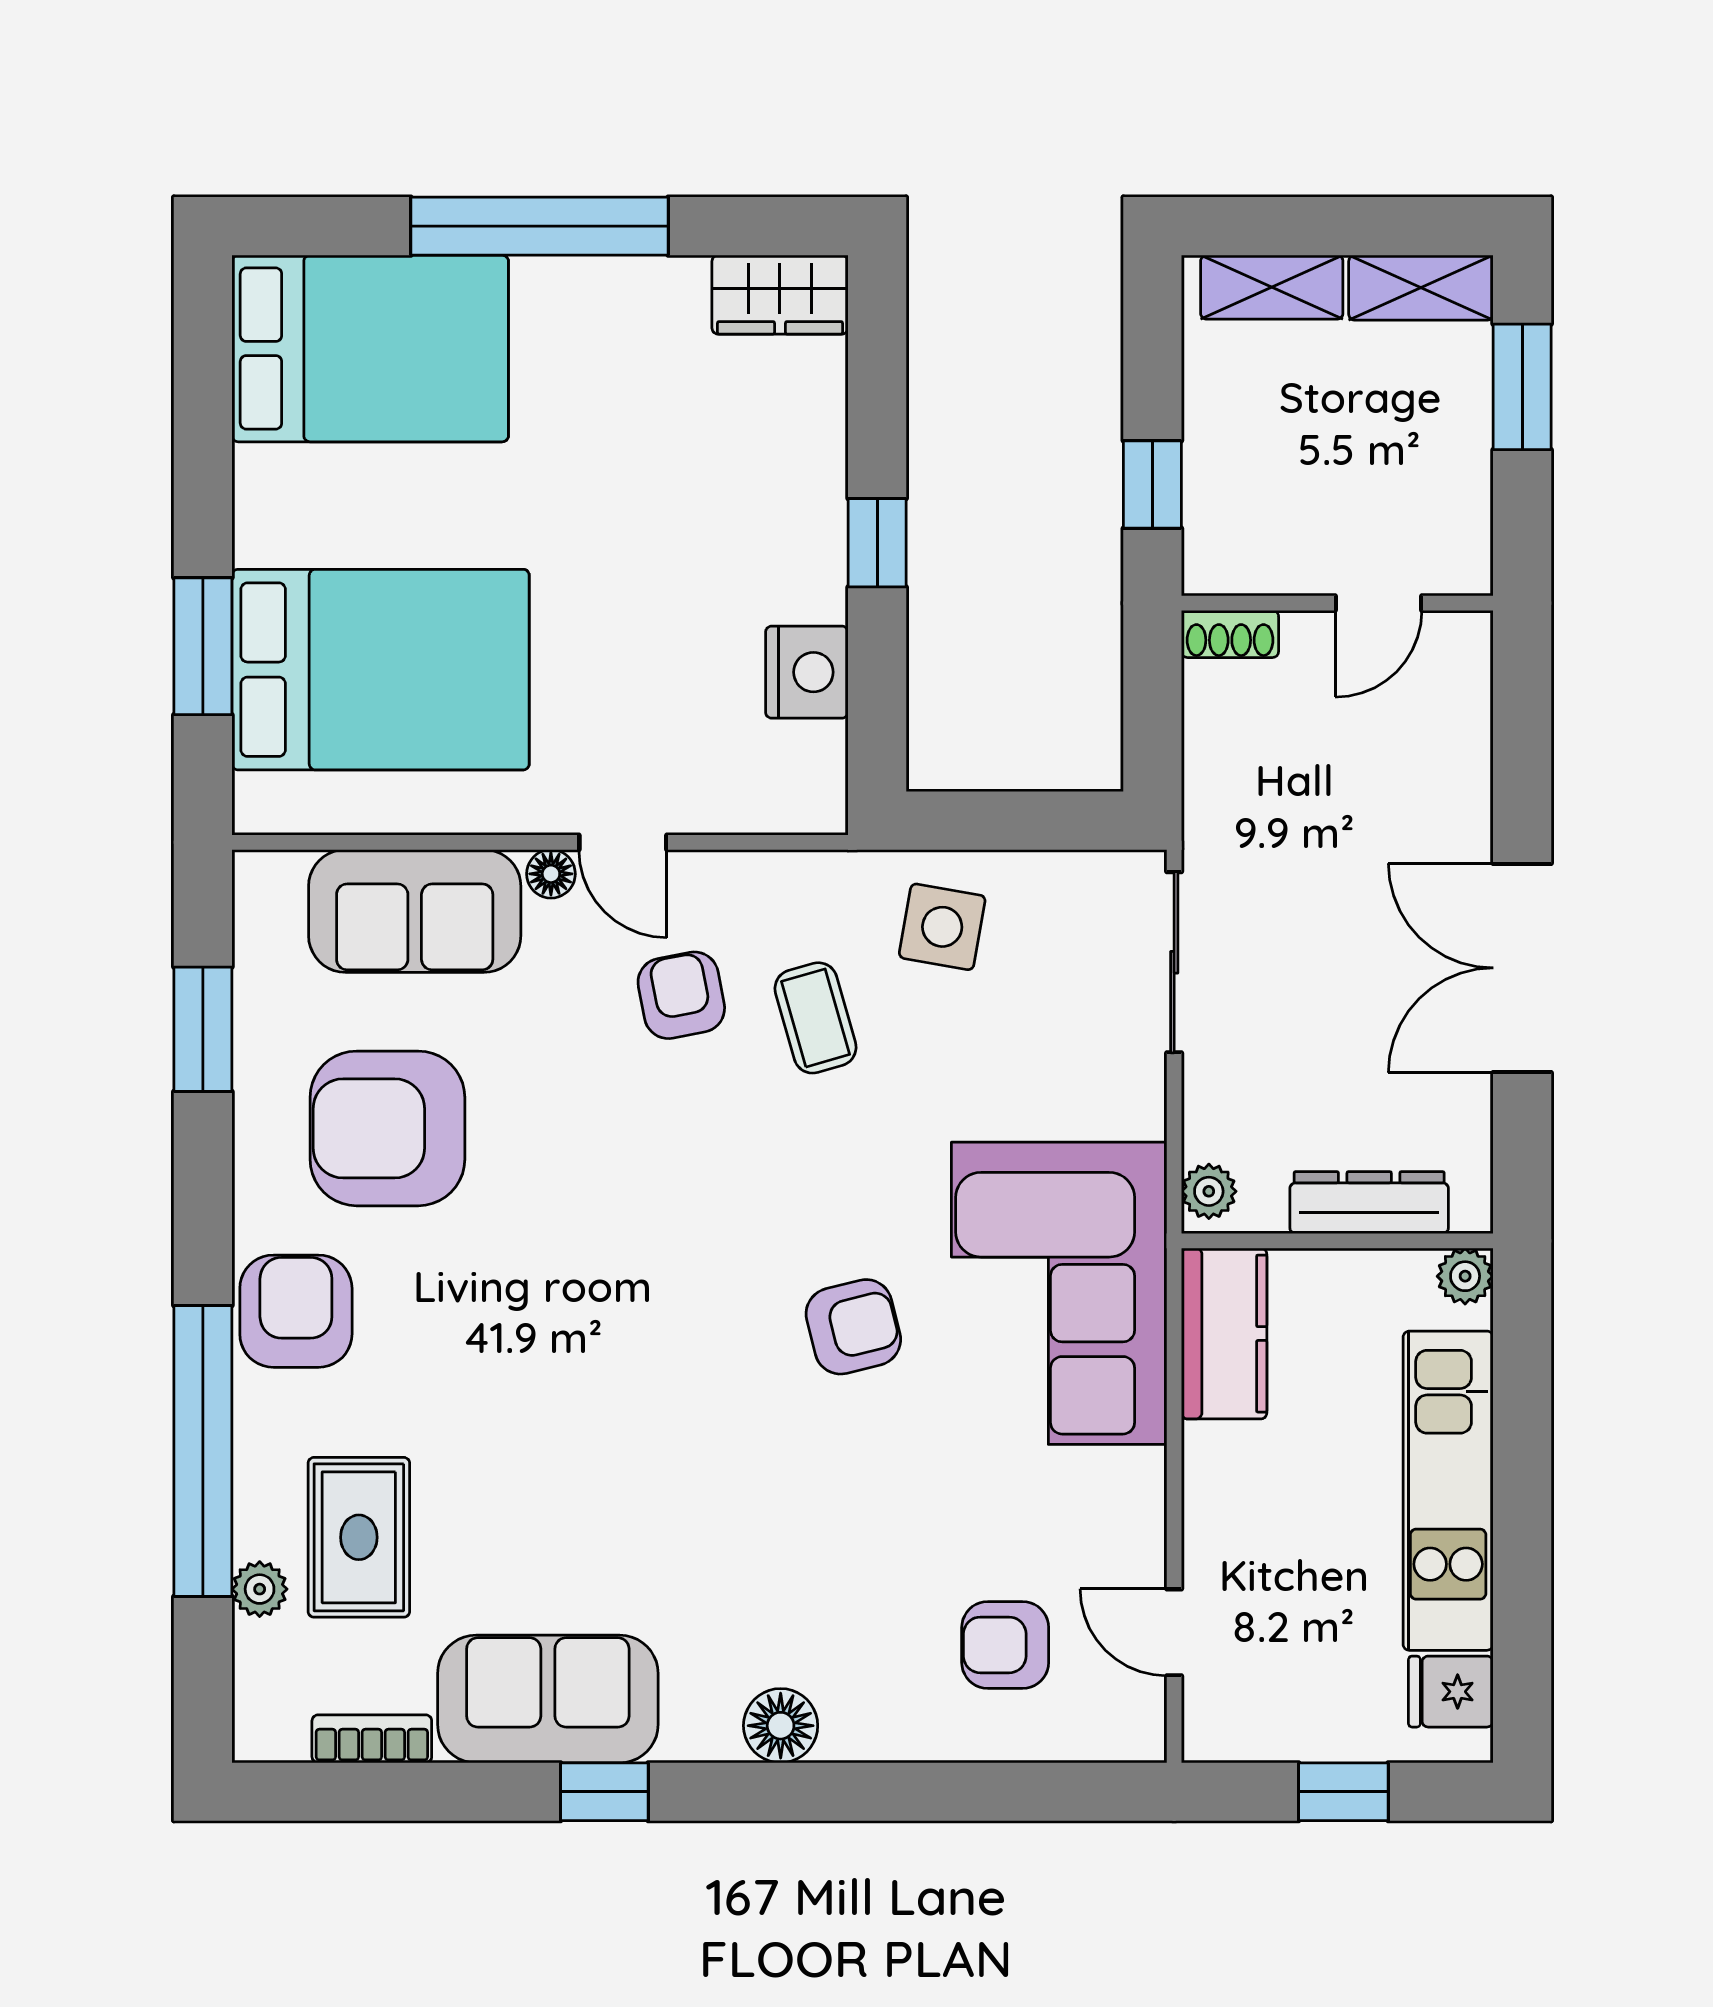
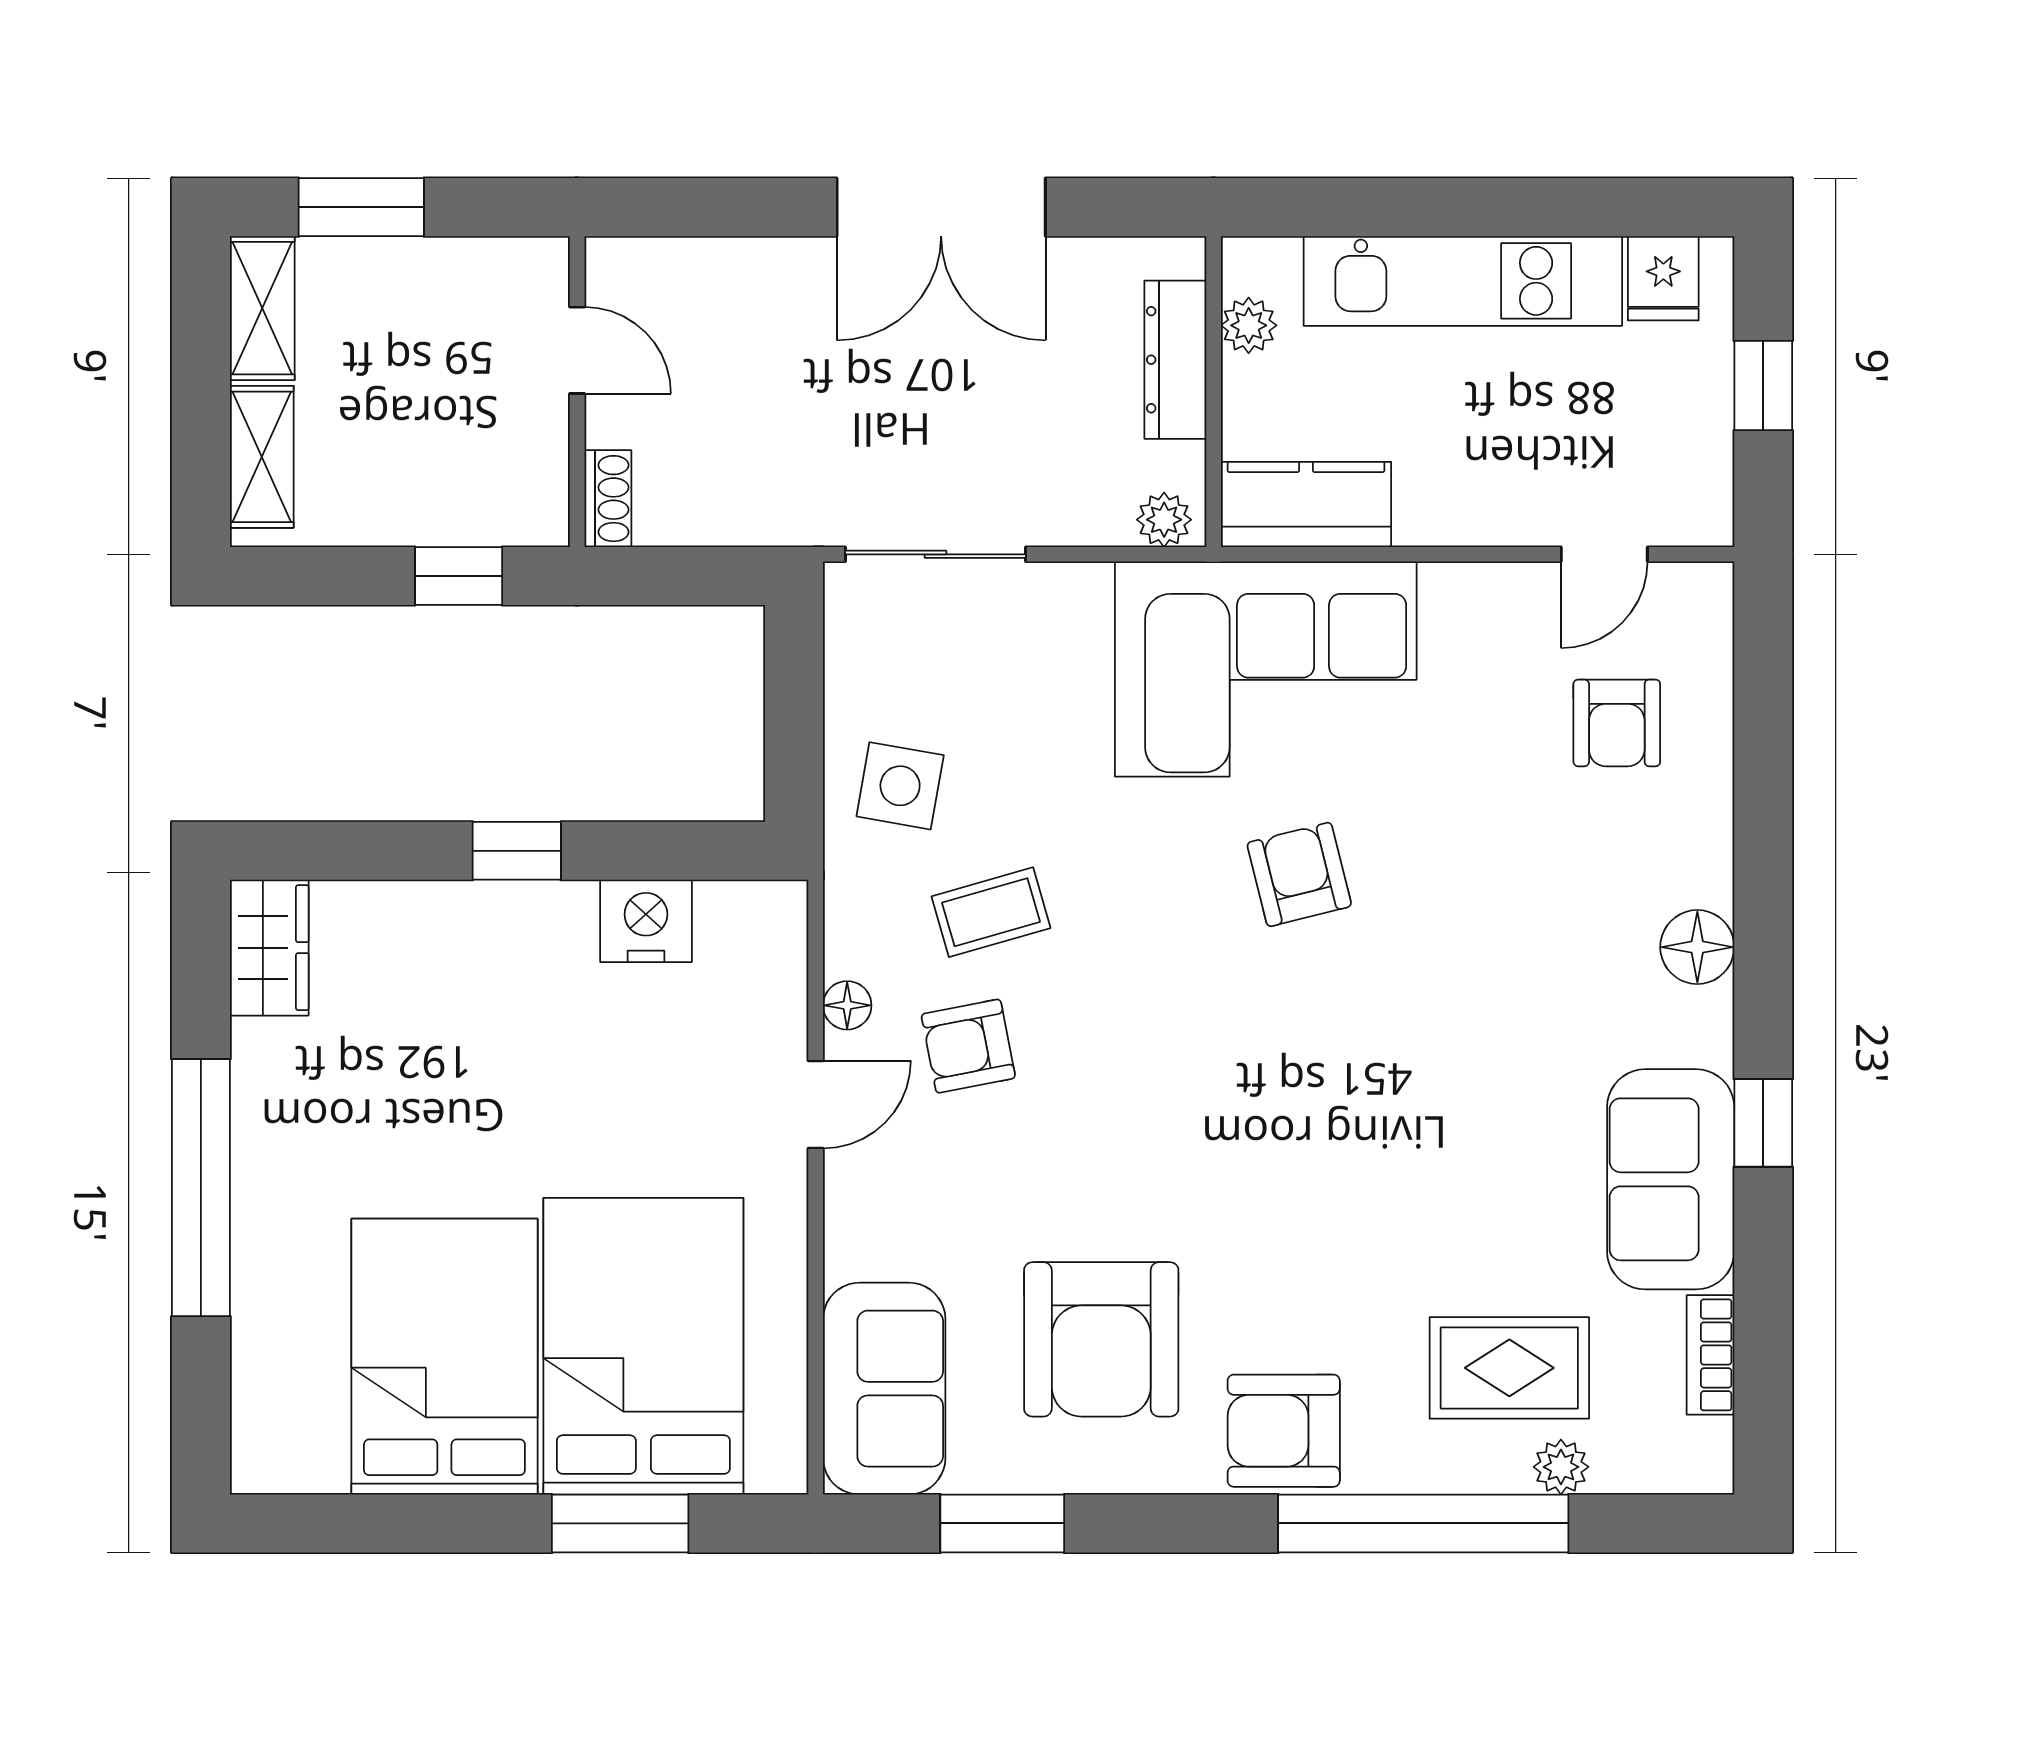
bed: (370, 348) -> (444, 1357), moved
floor lamp: (551, 874) -> (847, 1005), moved
sofa: (415, 911) -> (884, 1389), moved
plant: (1465, 1276) -> (1249, 325), moved

